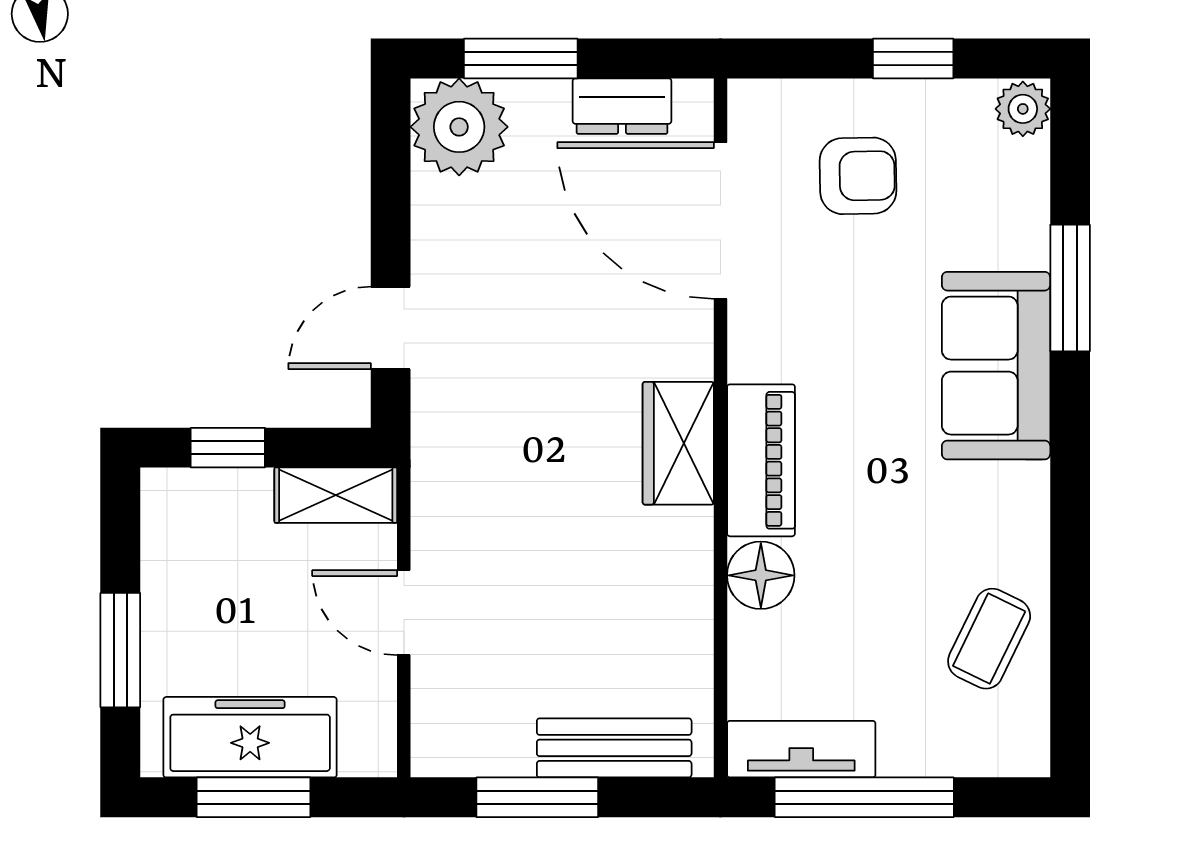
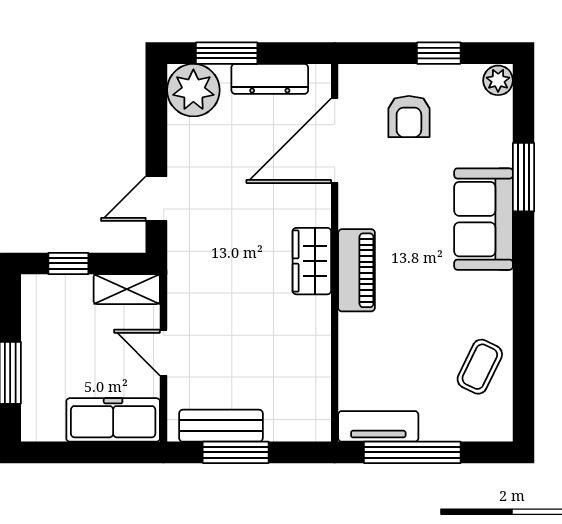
dresser: (622, 106) -> (270, 79), width x1.44
armchair: (858, 176) -> (409, 117), turned 91
door: (720, 221) -> (335, 141), hinge flipped
floor lamp: (761, 575) -> (356, 332), removed
freezer: (250, 737) -> (113, 420), moved
bench: (614, 748) -> (221, 426), moved
window: (254, 797) -> (82, 452), removed

